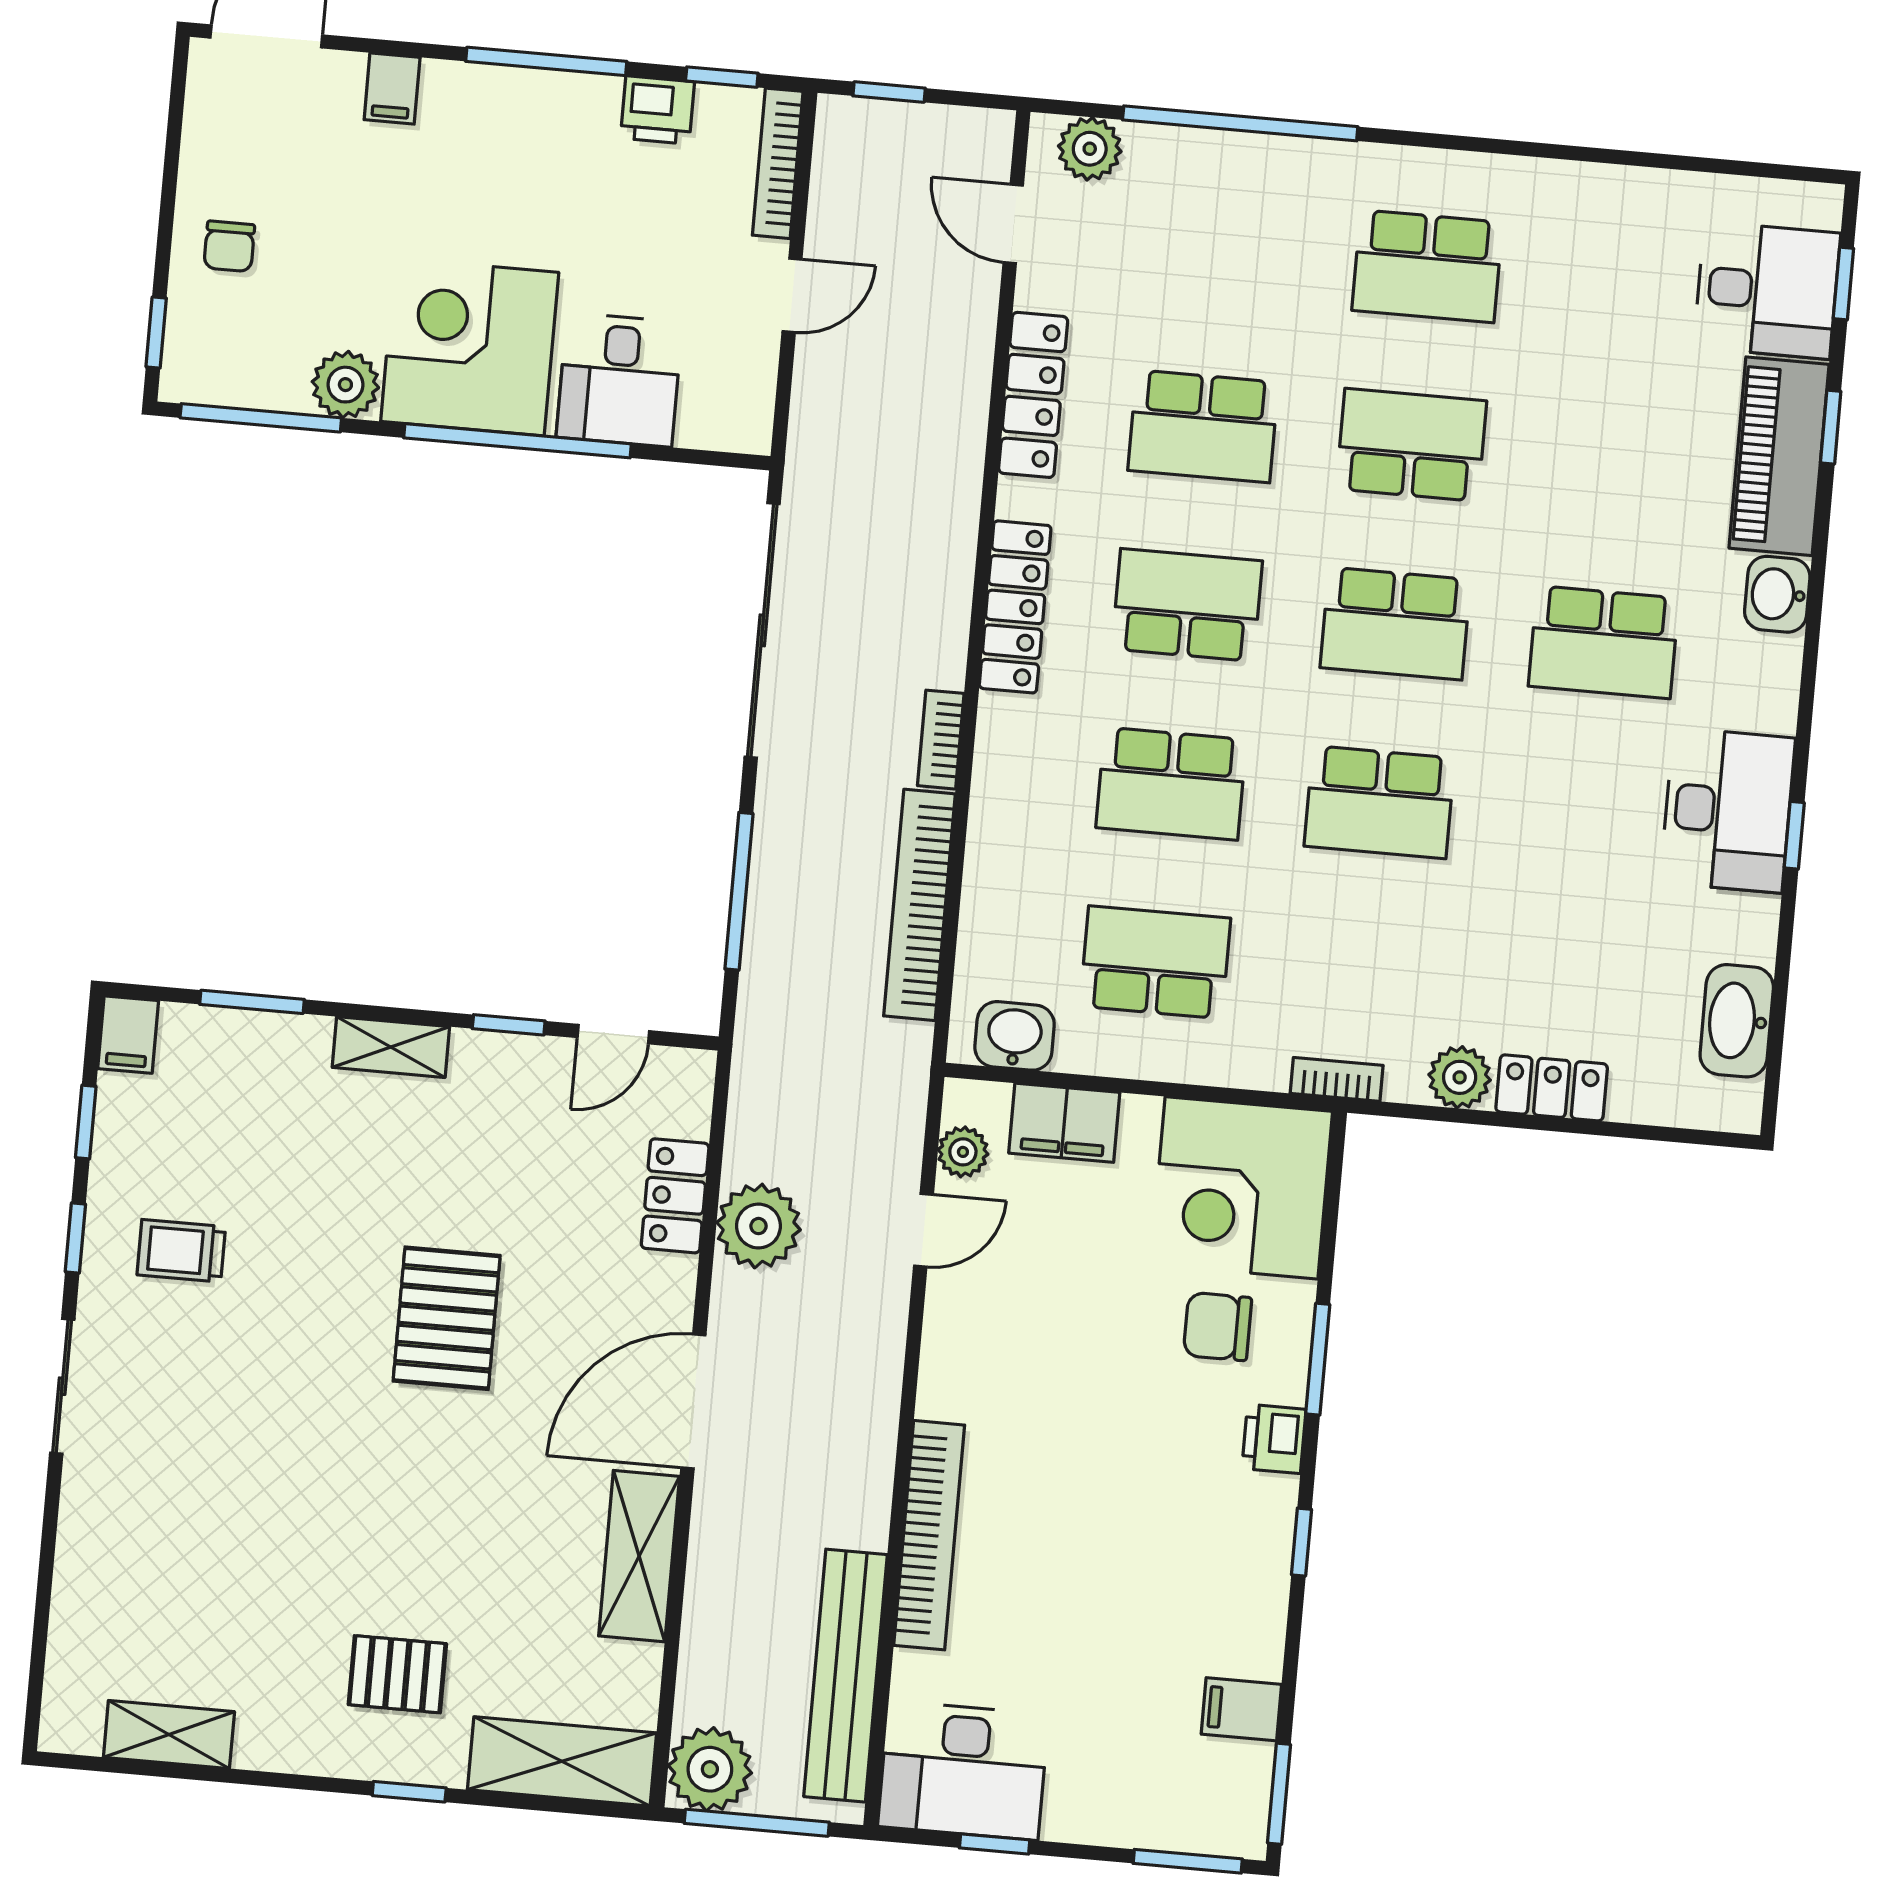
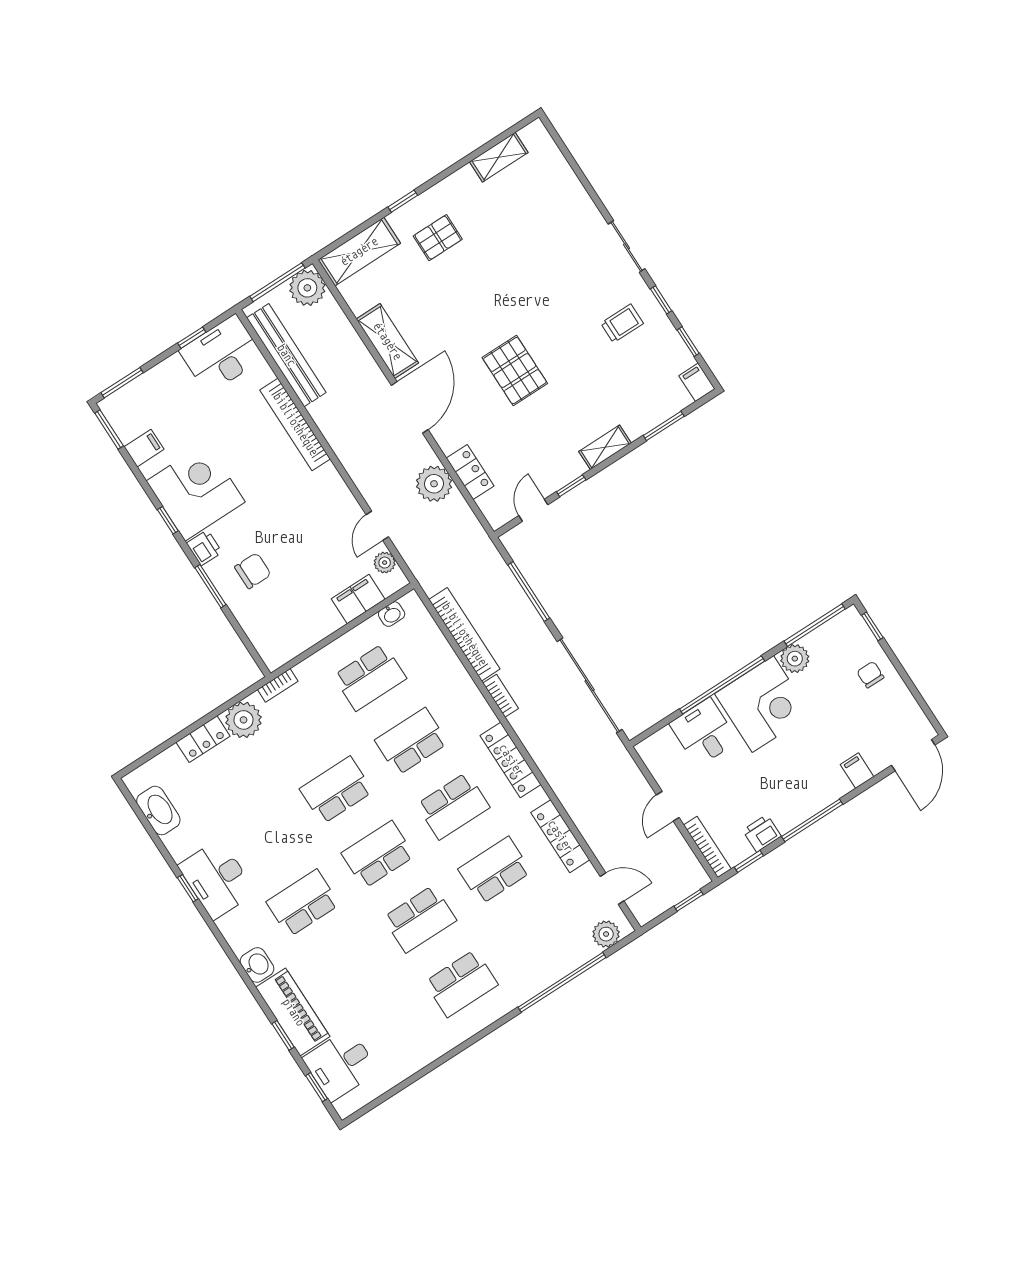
school desk: (1427, 266) -> (461, 983), turned 180
washbasin: (1015, 1036) -> (392, 614), width x0.72, depth x0.69
plant: (1460, 1077) -> (244, 720), width x1.36, depth x1.36
corner desk: (1241, 1188) -> (196, 492), moved

